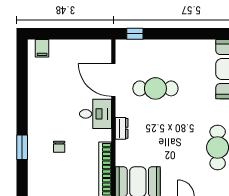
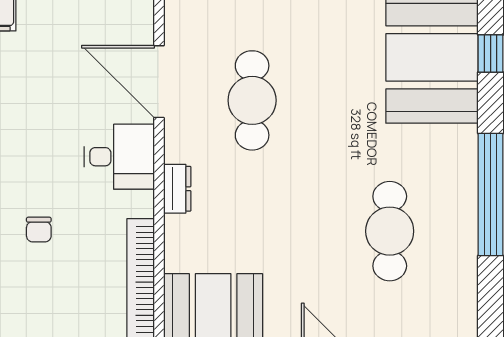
cafe table: (155, 88) -> (252, 100), turned 90

